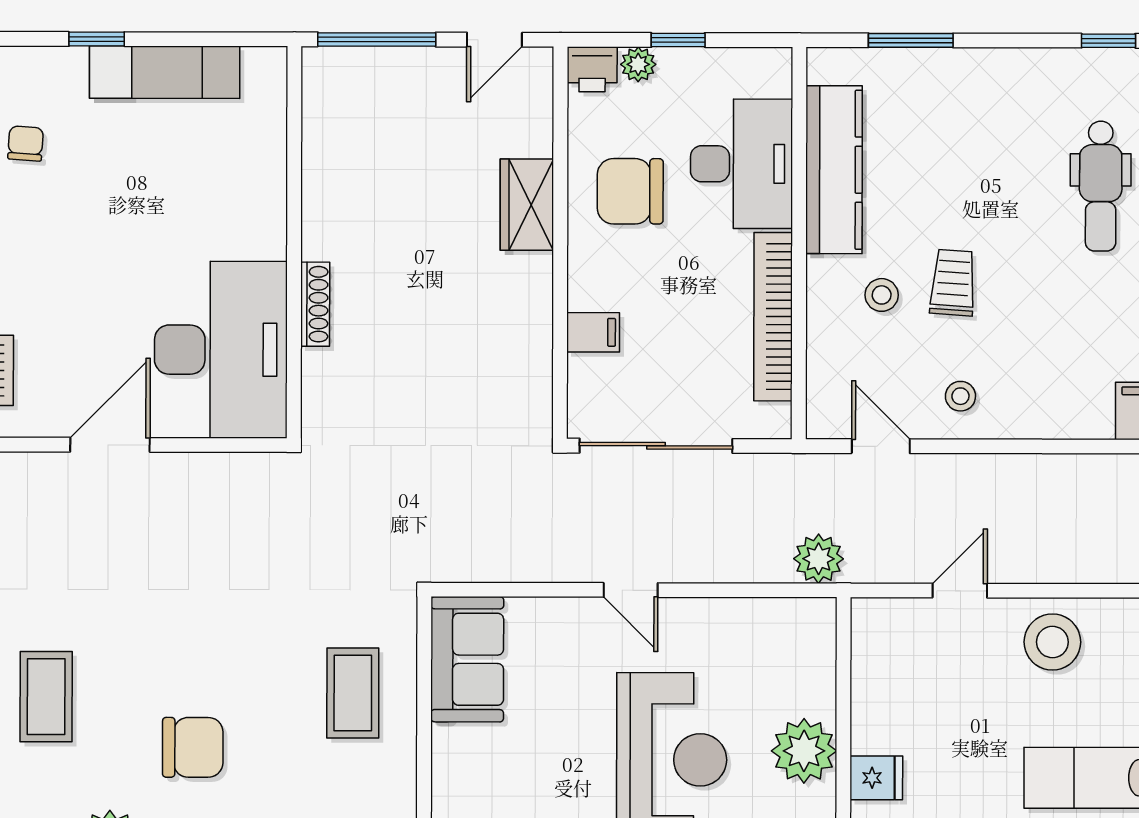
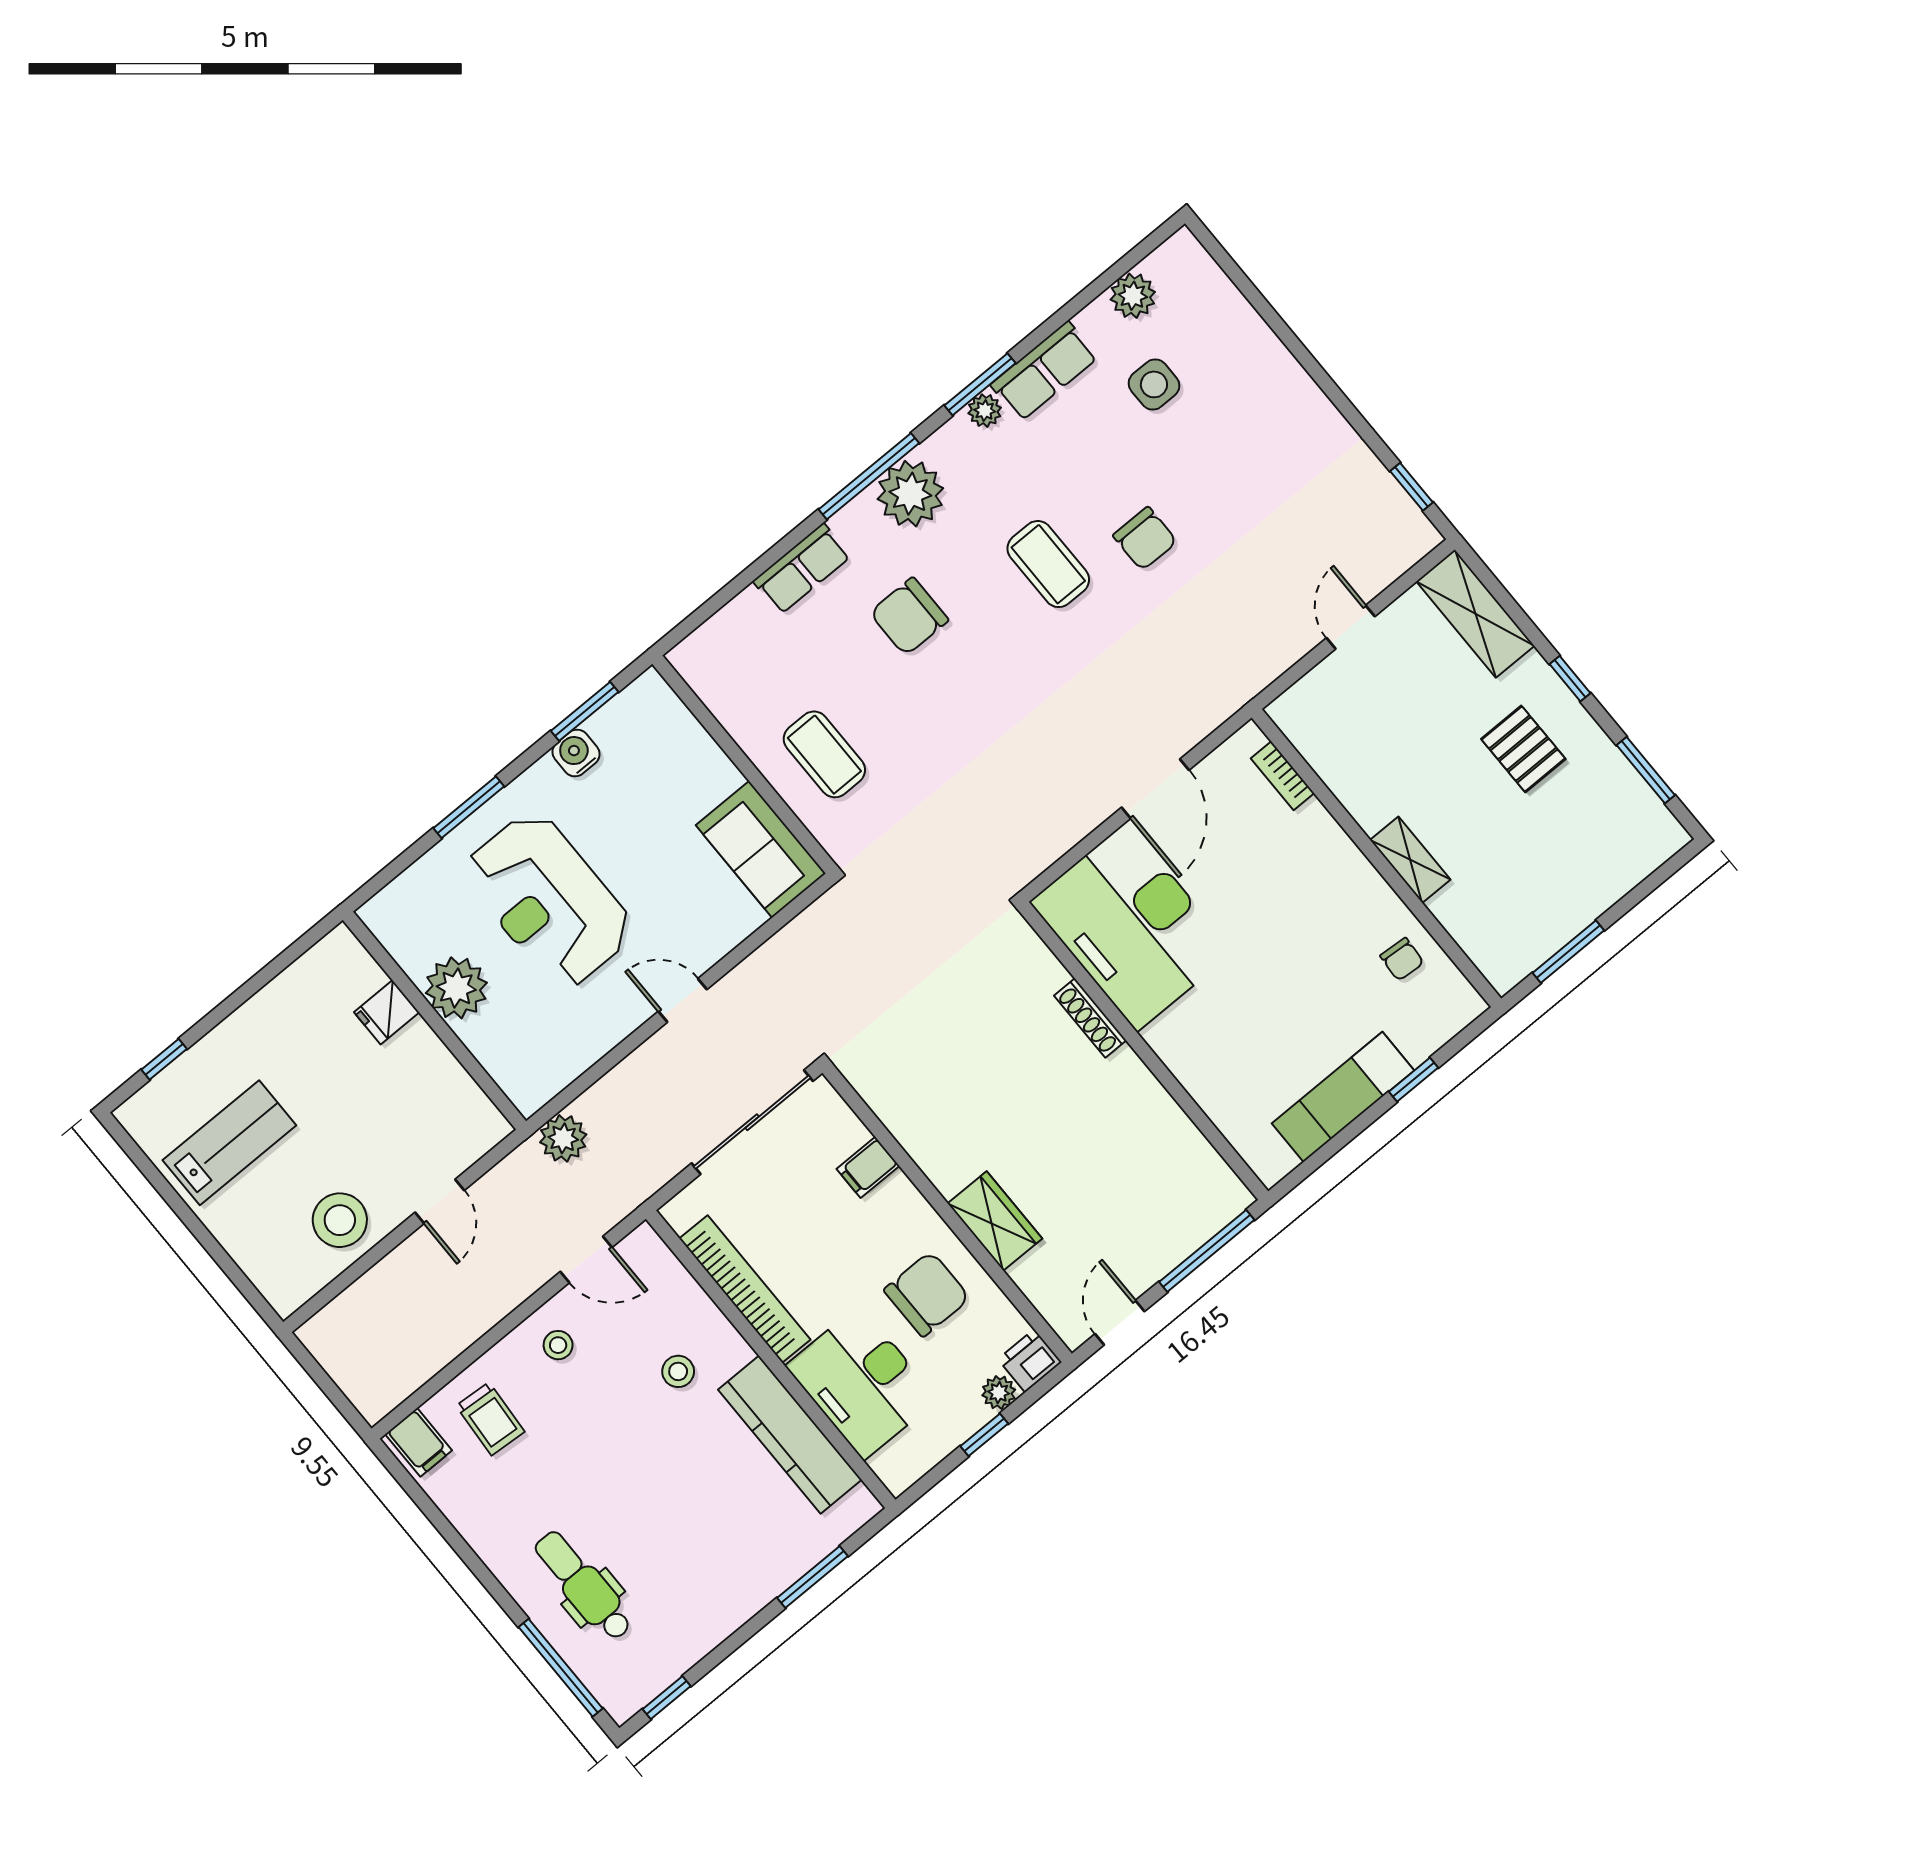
trolley: (953, 283) -> (490, 1419), moved

